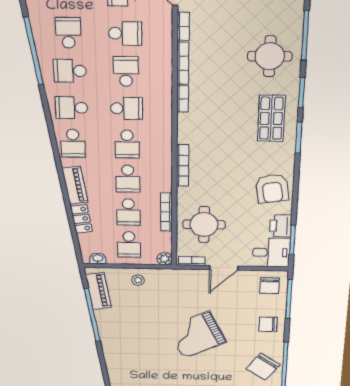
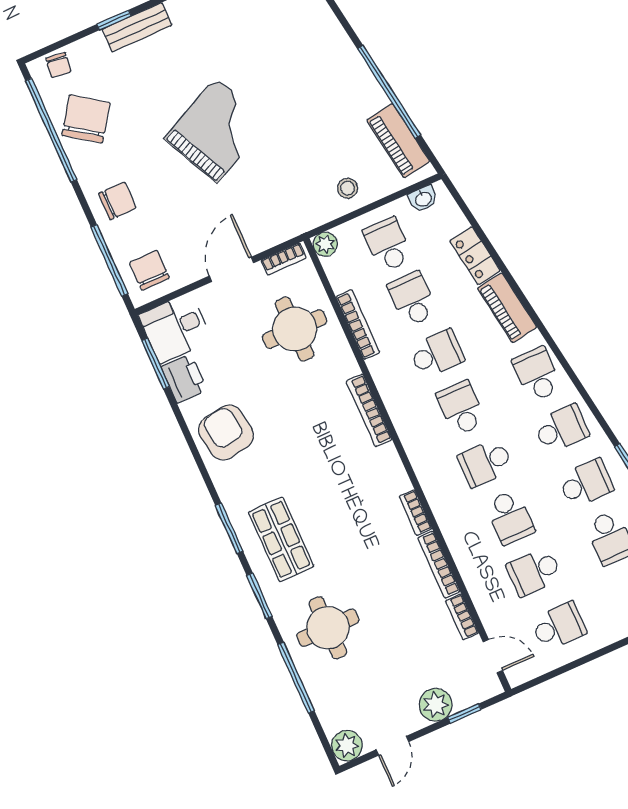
school desk: (128, 179) -> (437, 354), turned 90

